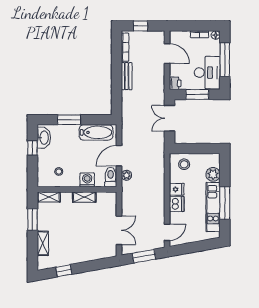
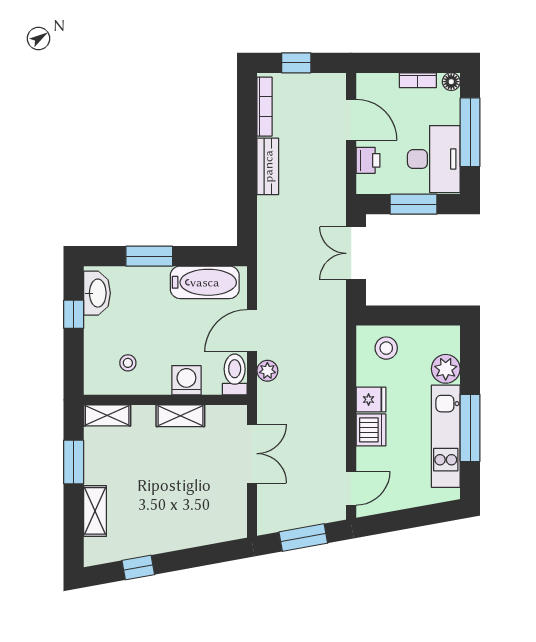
printer: (175, 83) -> (368, 160), moved
double door: (119, 230) -> (252, 454), moved

